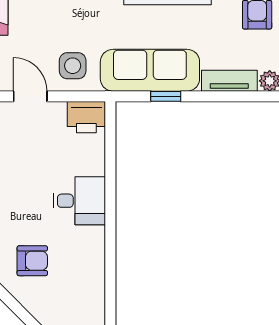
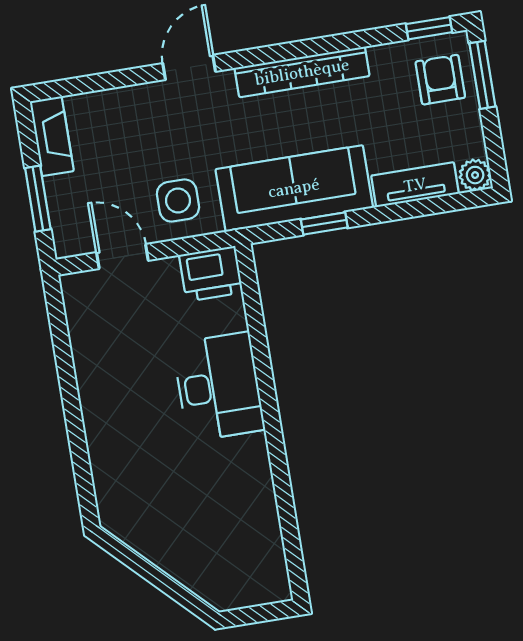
desk: (79, 201) -> (219, 387), width x1.37
armchair: (32, 261) -> (165, 501), removed

